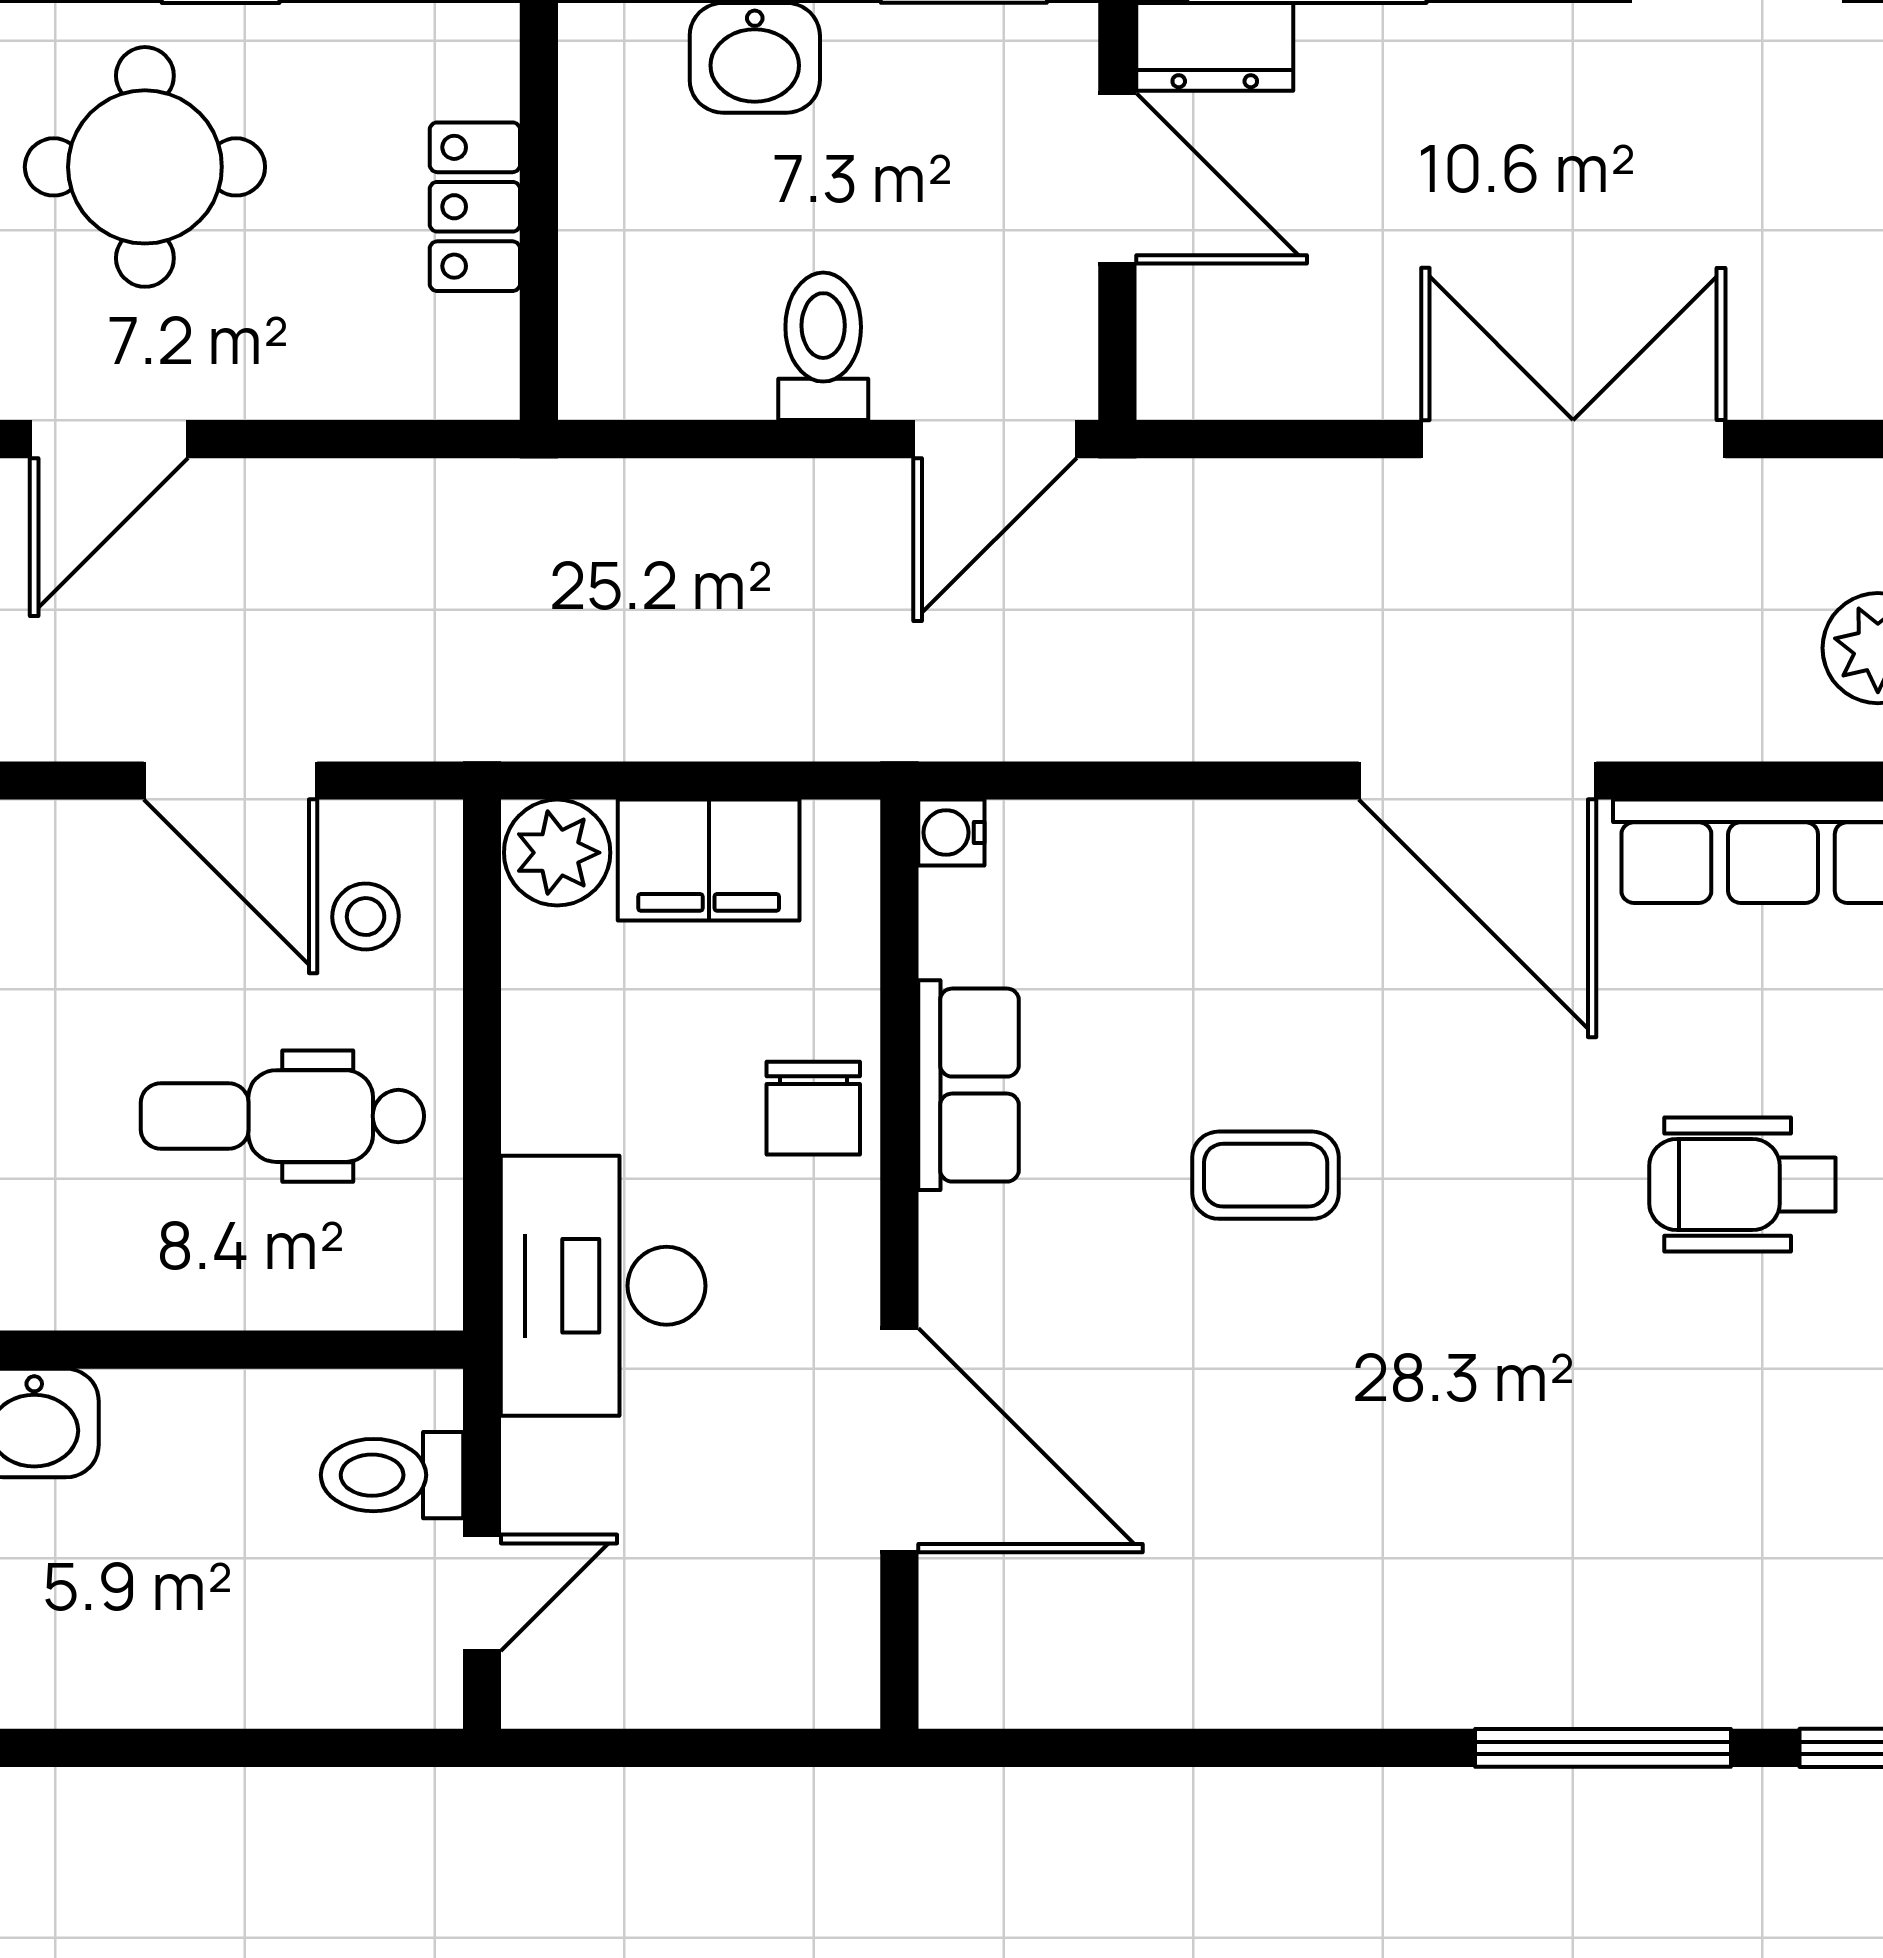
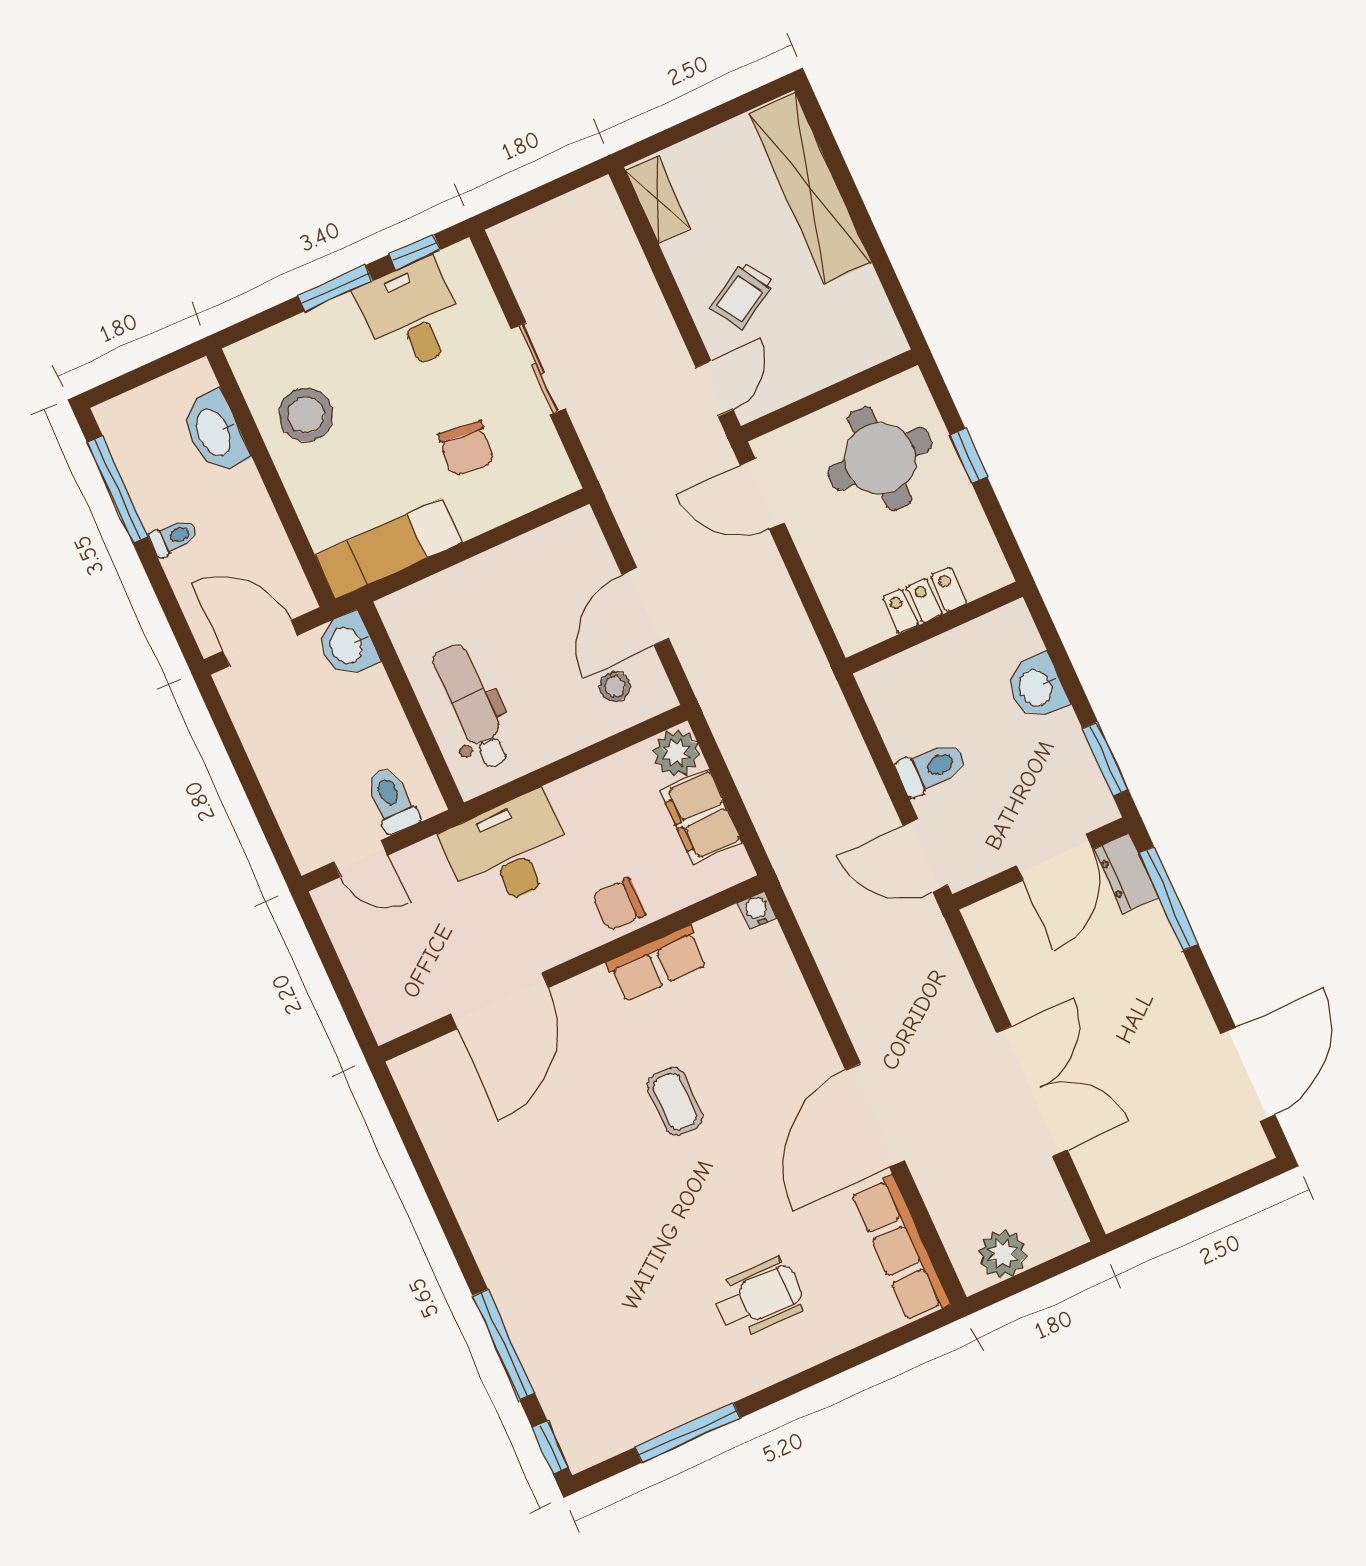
dental chair: (282, 1116) -> (472, 707), moved
wheelchair: (1742, 1185) -> (759, 1298), turned 90

